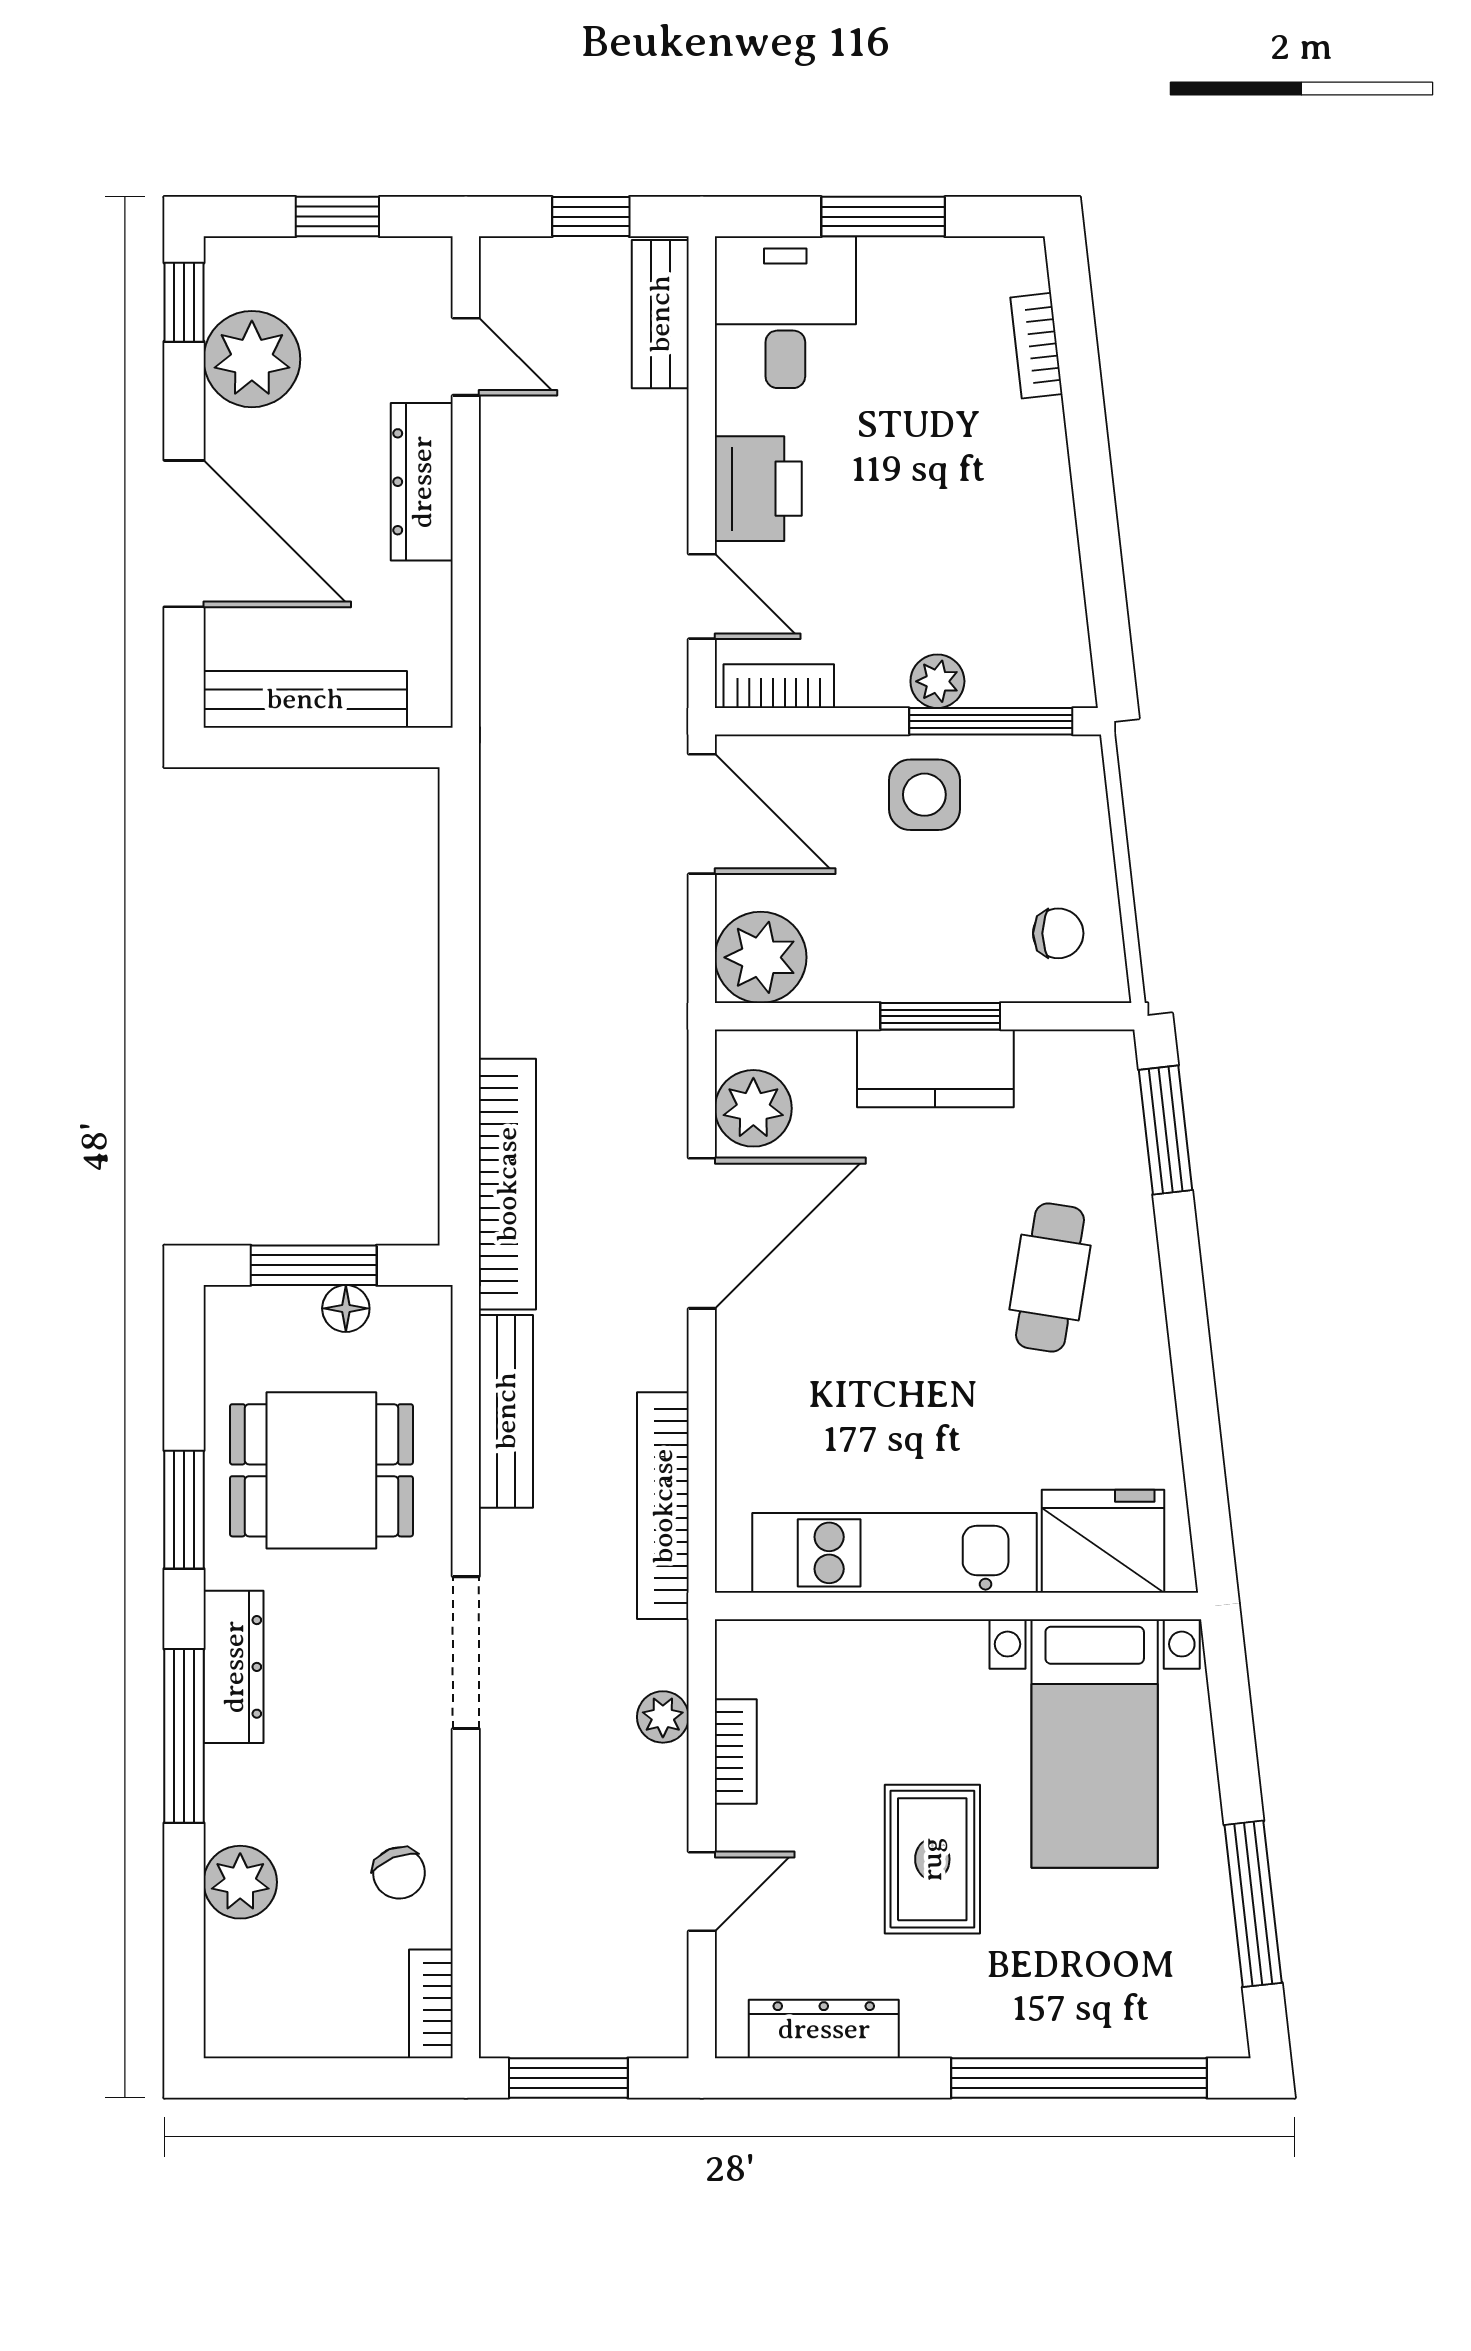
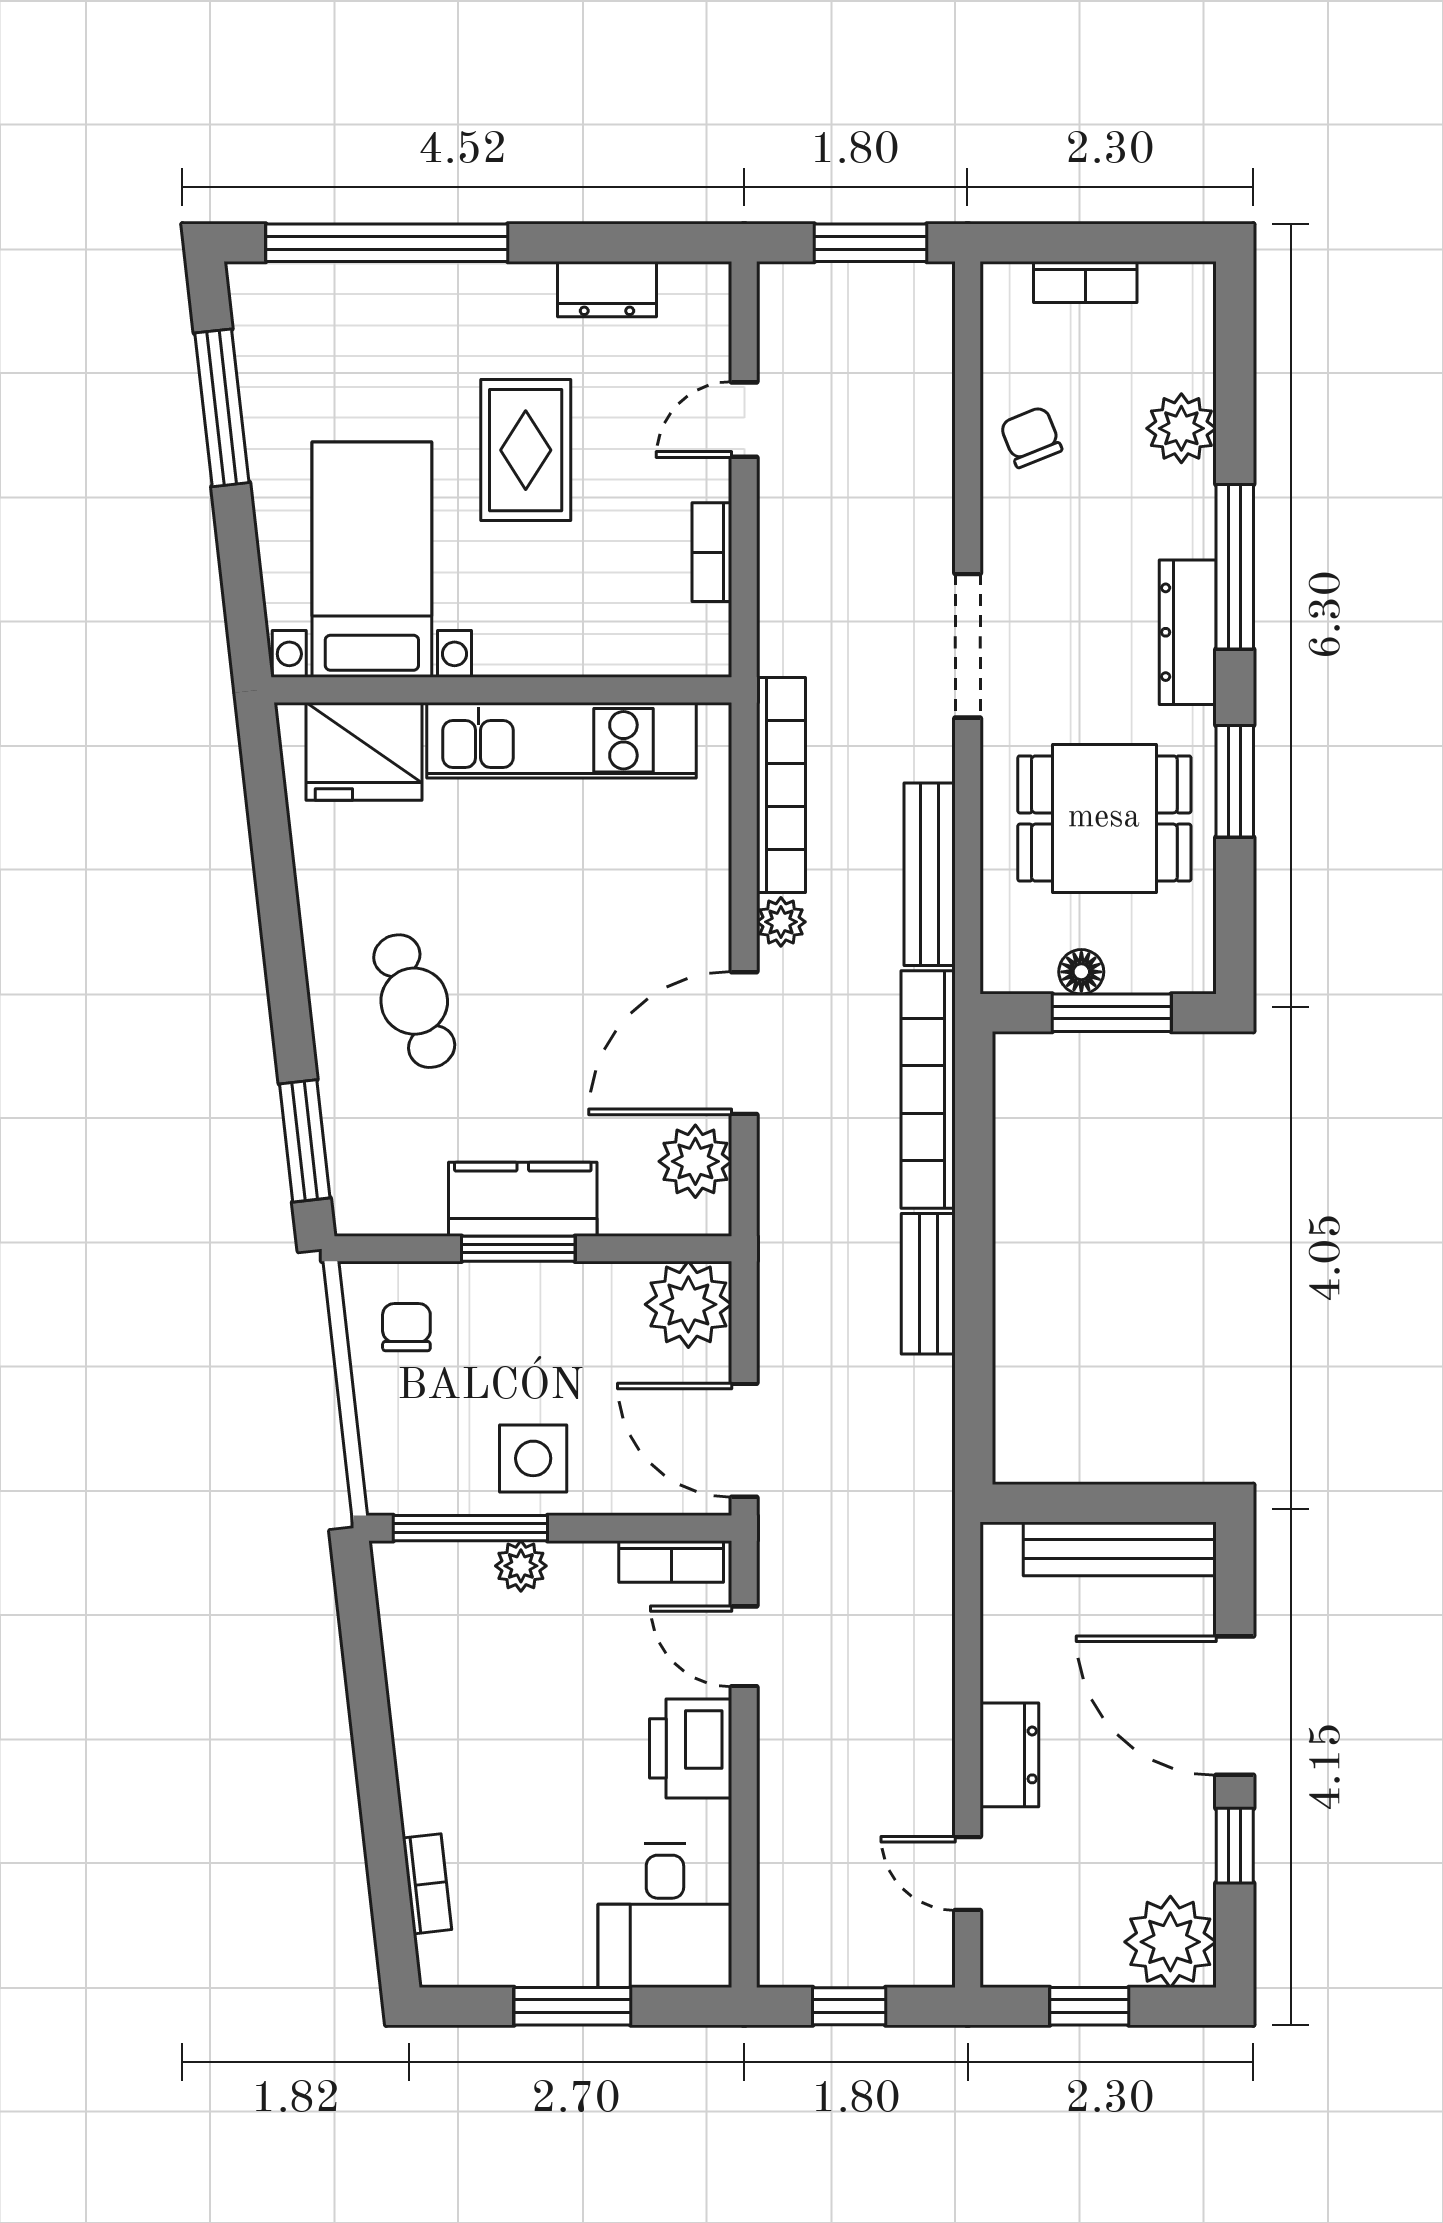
window: (184, 302) -> (1235, 1846), moved
bench: (660, 314) -> (928, 1284), moved
plant: (252, 359) -> (1170, 1942), moved
dresser: (422, 482) -> (1009, 1755), width x0.70
chair: (1058, 933) -> (406, 1327), turned 90
cafe table: (1050, 1278) -> (414, 1001), turned -30
plant: (663, 1717) -> (781, 922), moved
bookcase: (431, 2004) -> (1085, 282), moved, turned 90
dresser: (824, 2029) -> (607, 289), width x0.70

